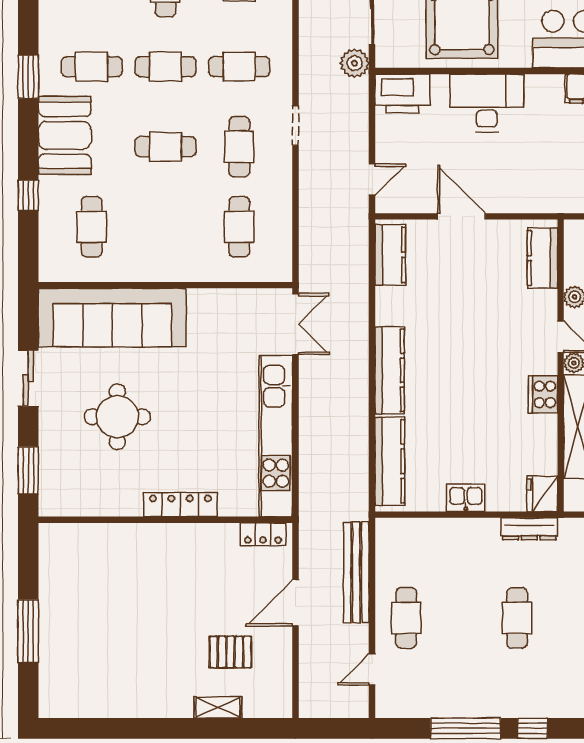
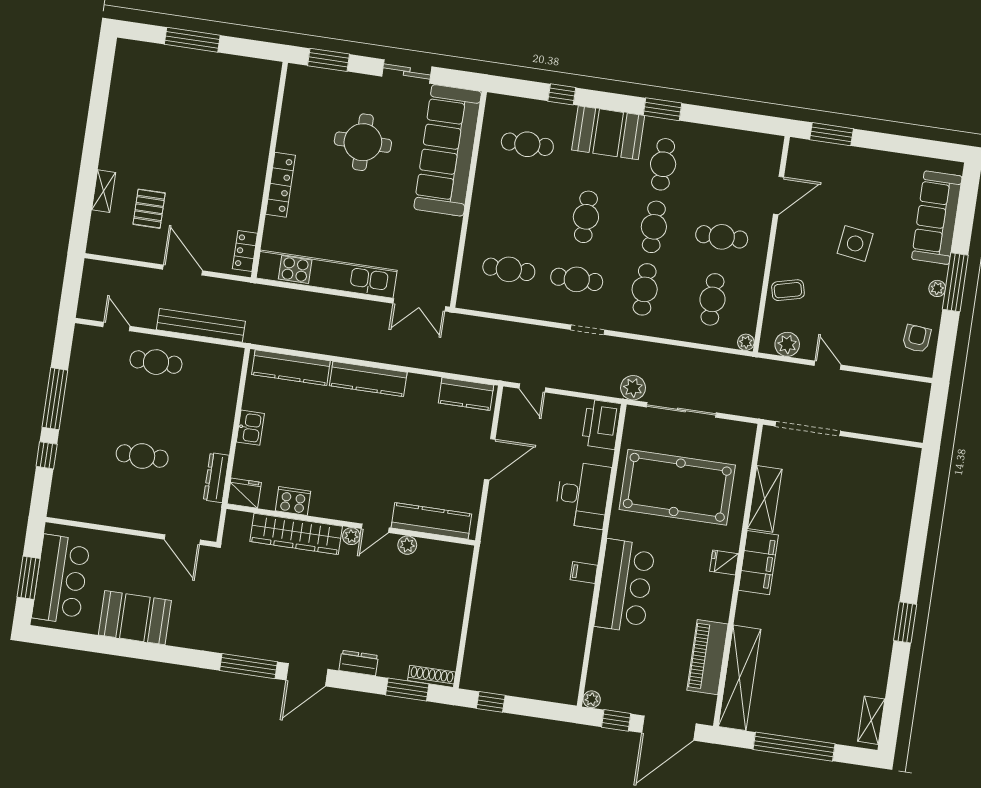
kitchen counter: (543, 258) -> (431, 521), width x1.50
cooker: (543, 394) -> (293, 501), moved

